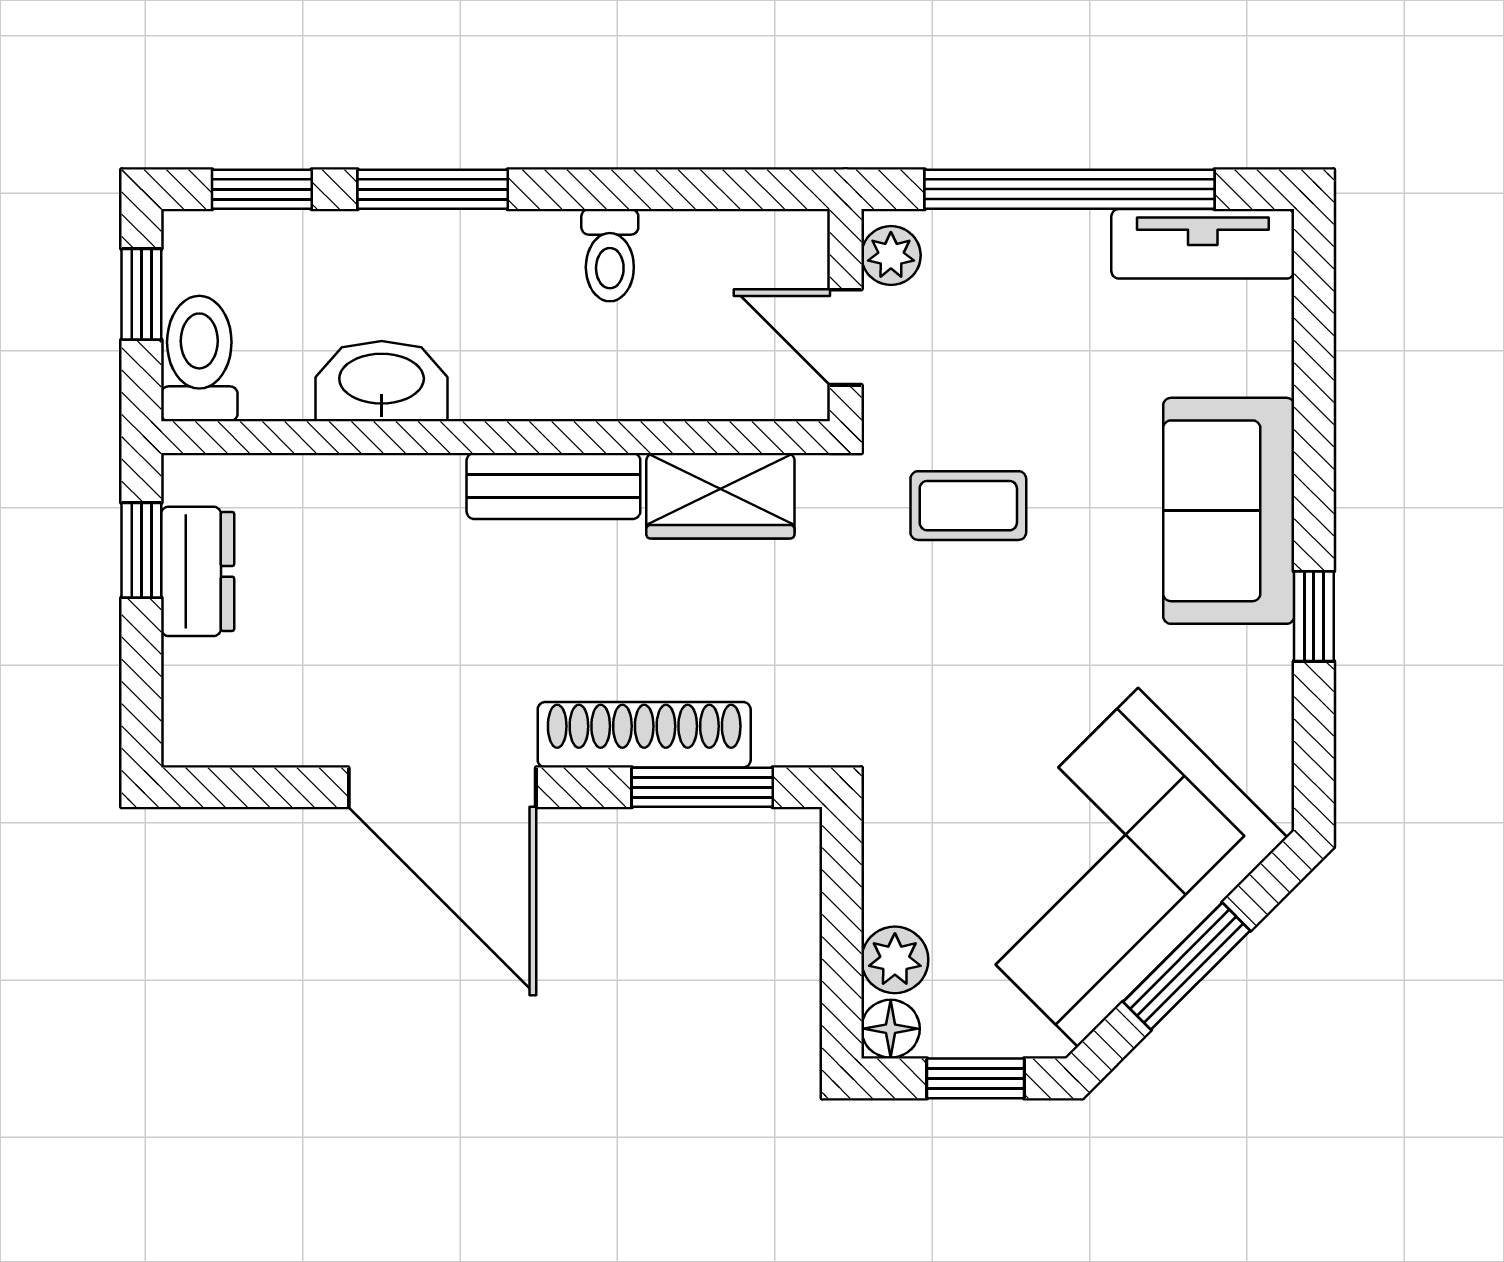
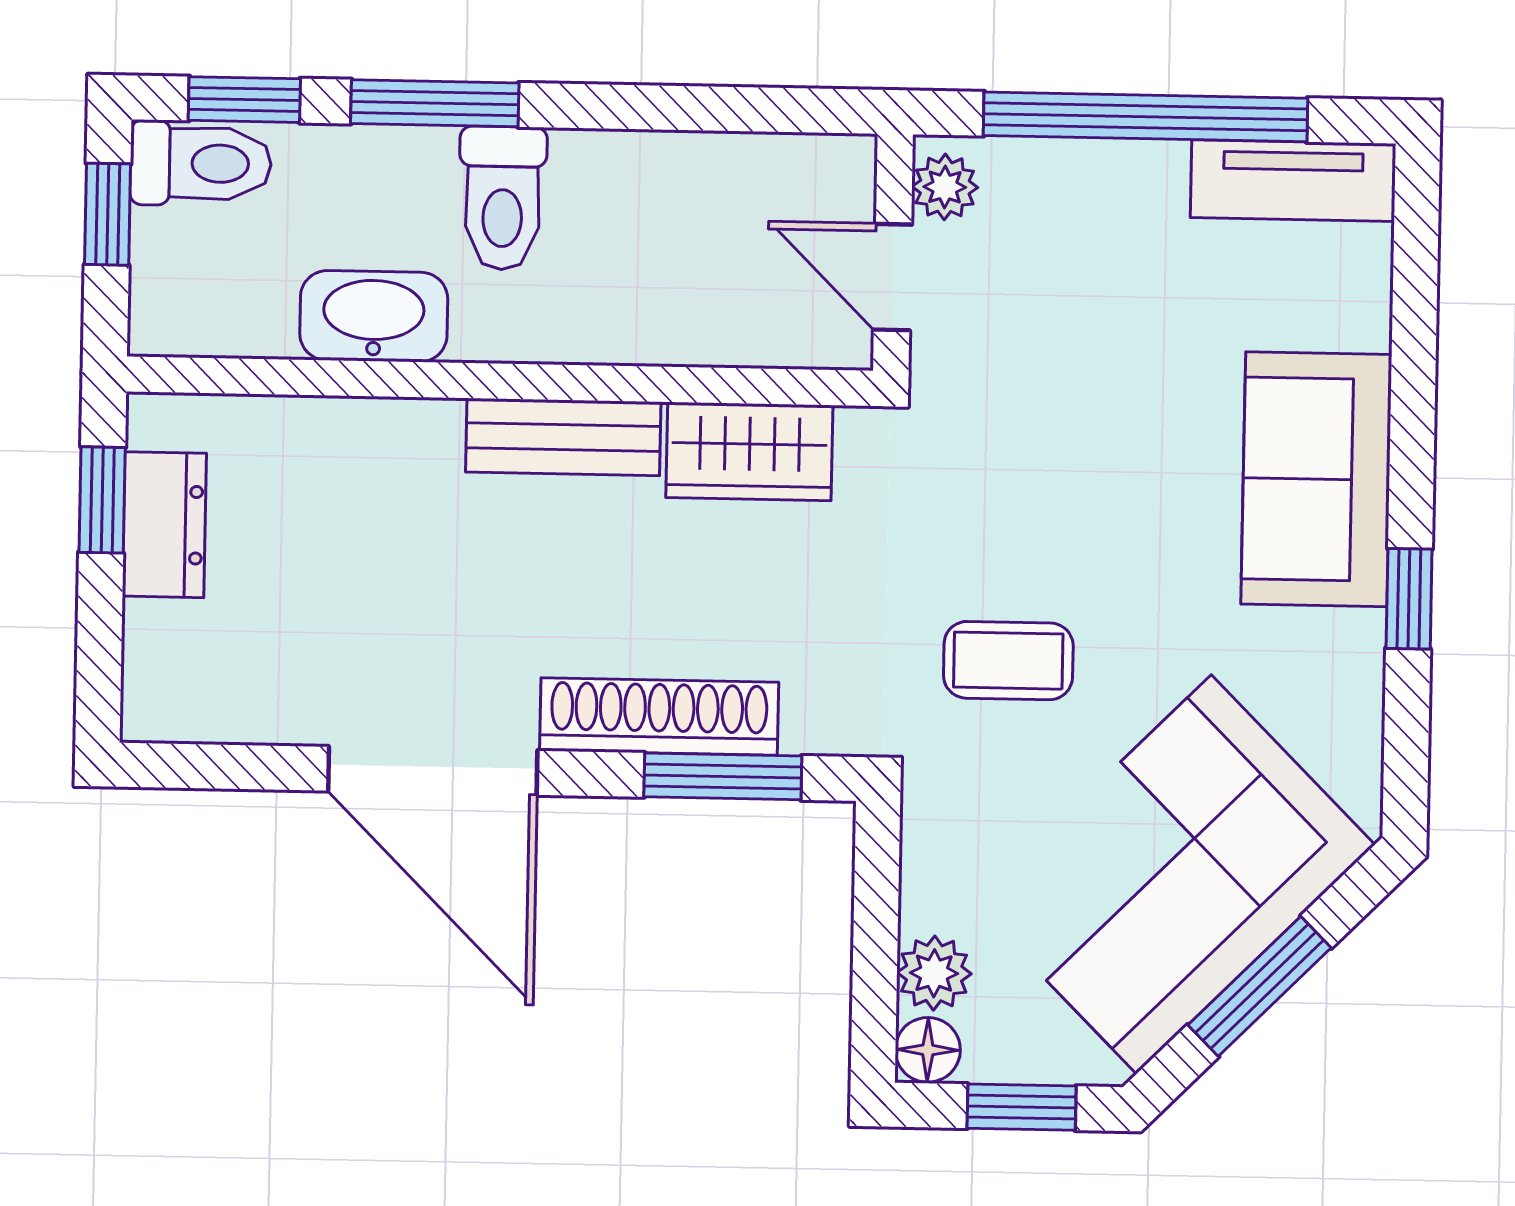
toilet: (610, 255) -> (503, 198), moved, width x1.37, depth x1.39
toilet: (199, 359) -> (201, 163), moved, turned 90
coffee table: (968, 506) -> (1008, 661), moved

